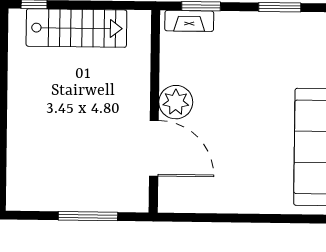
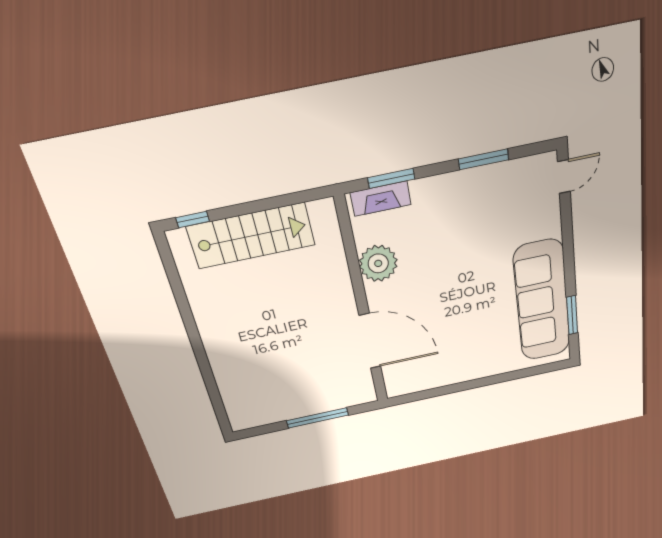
plant: (176, 102) -> (378, 263), moved

